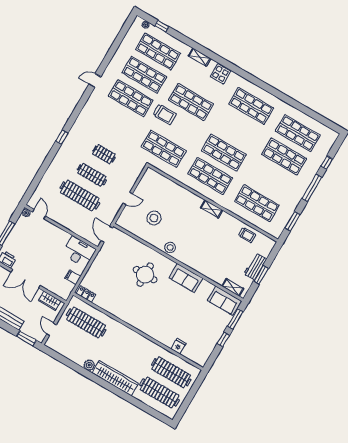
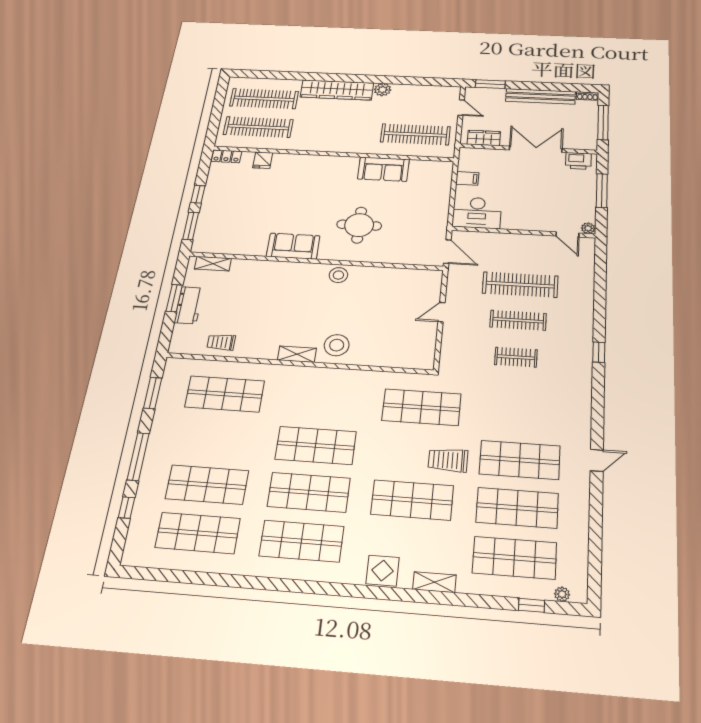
shop shelf: (210, 176) -> (309, 492), moved
stool: (154, 218) -> (337, 345), moved
locker: (86, 294) -> (226, 156), moved
sofa: (224, 301) -> (383, 169), moved, turned 180

